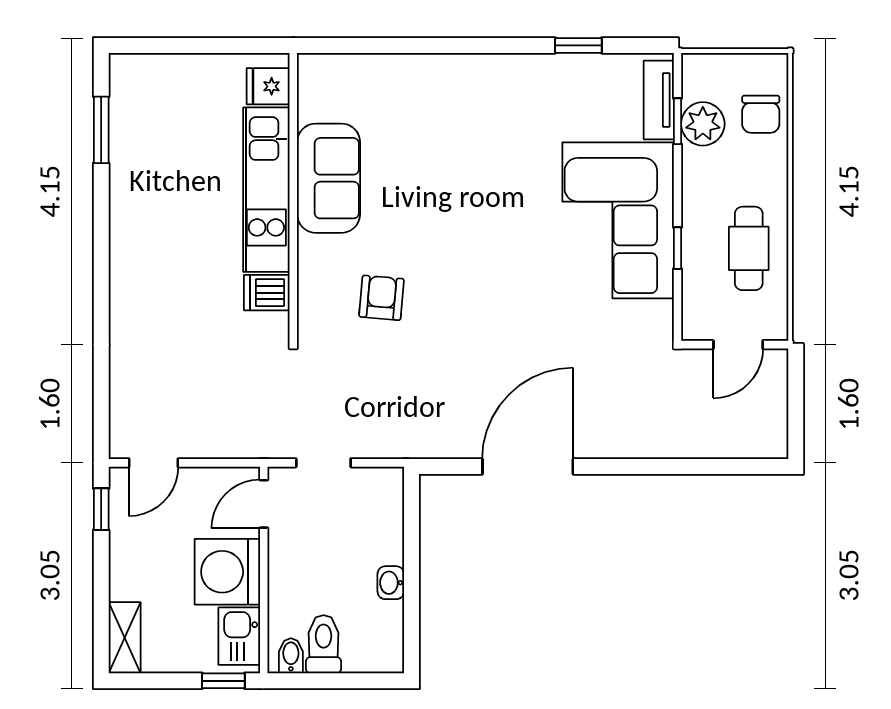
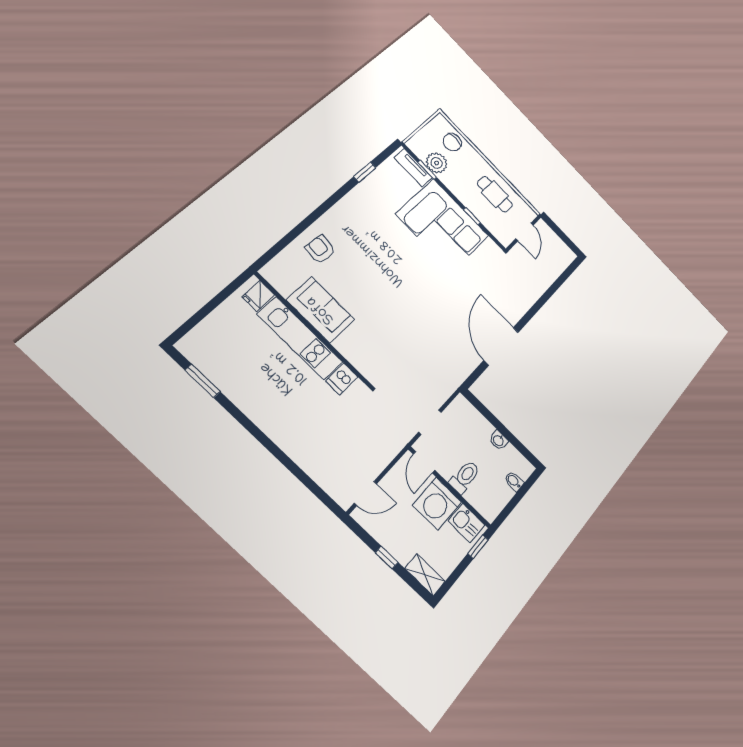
chair: (761, 114) -> (452, 142), turned 90
armchair: (381, 298) -> (320, 249), moved
door: (153, 463) -> (365, 493), hinge flipped
window: (101, 509) -> (387, 558), moved
toilet: (324, 644) -> (465, 477), moved, turned 90
bidet: (291, 656) -> (514, 481), moved

